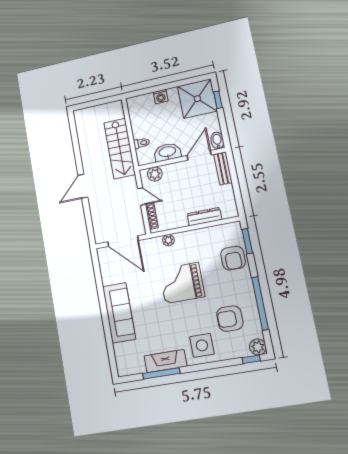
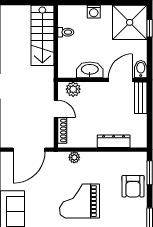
toilet: (142, 143) -> (66, 32), moved
stairs: (120, 149) -> (42, 35), moved
door: (123, 241) -> (29, 150), hinge flipped

